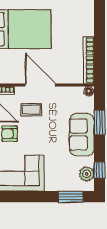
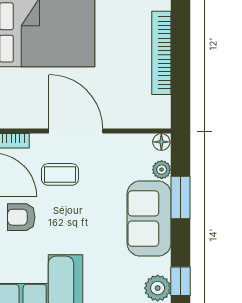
bookcase: (89, 60) -> (161, 53), moved
plant: (89, 107) -> (162, 170), added

